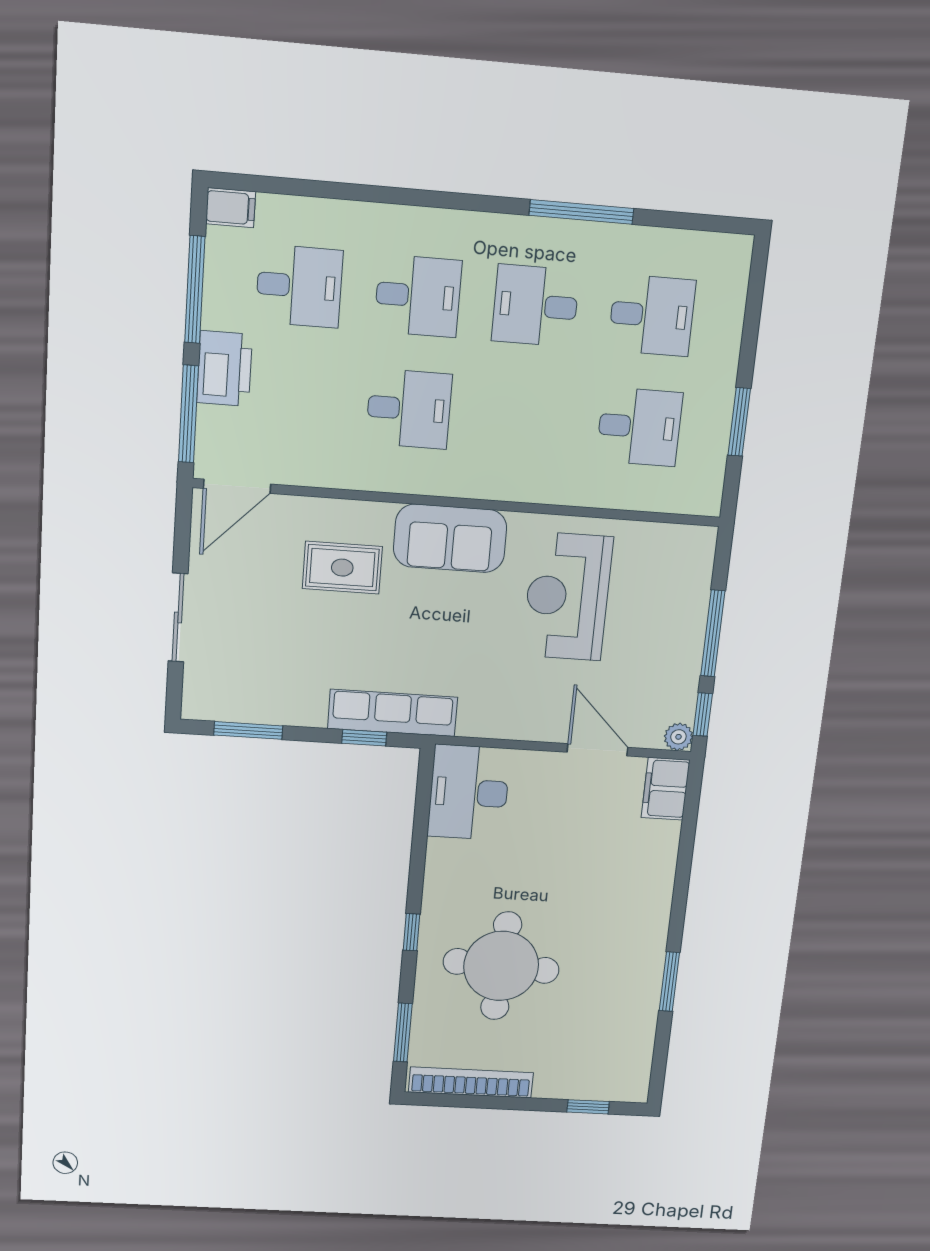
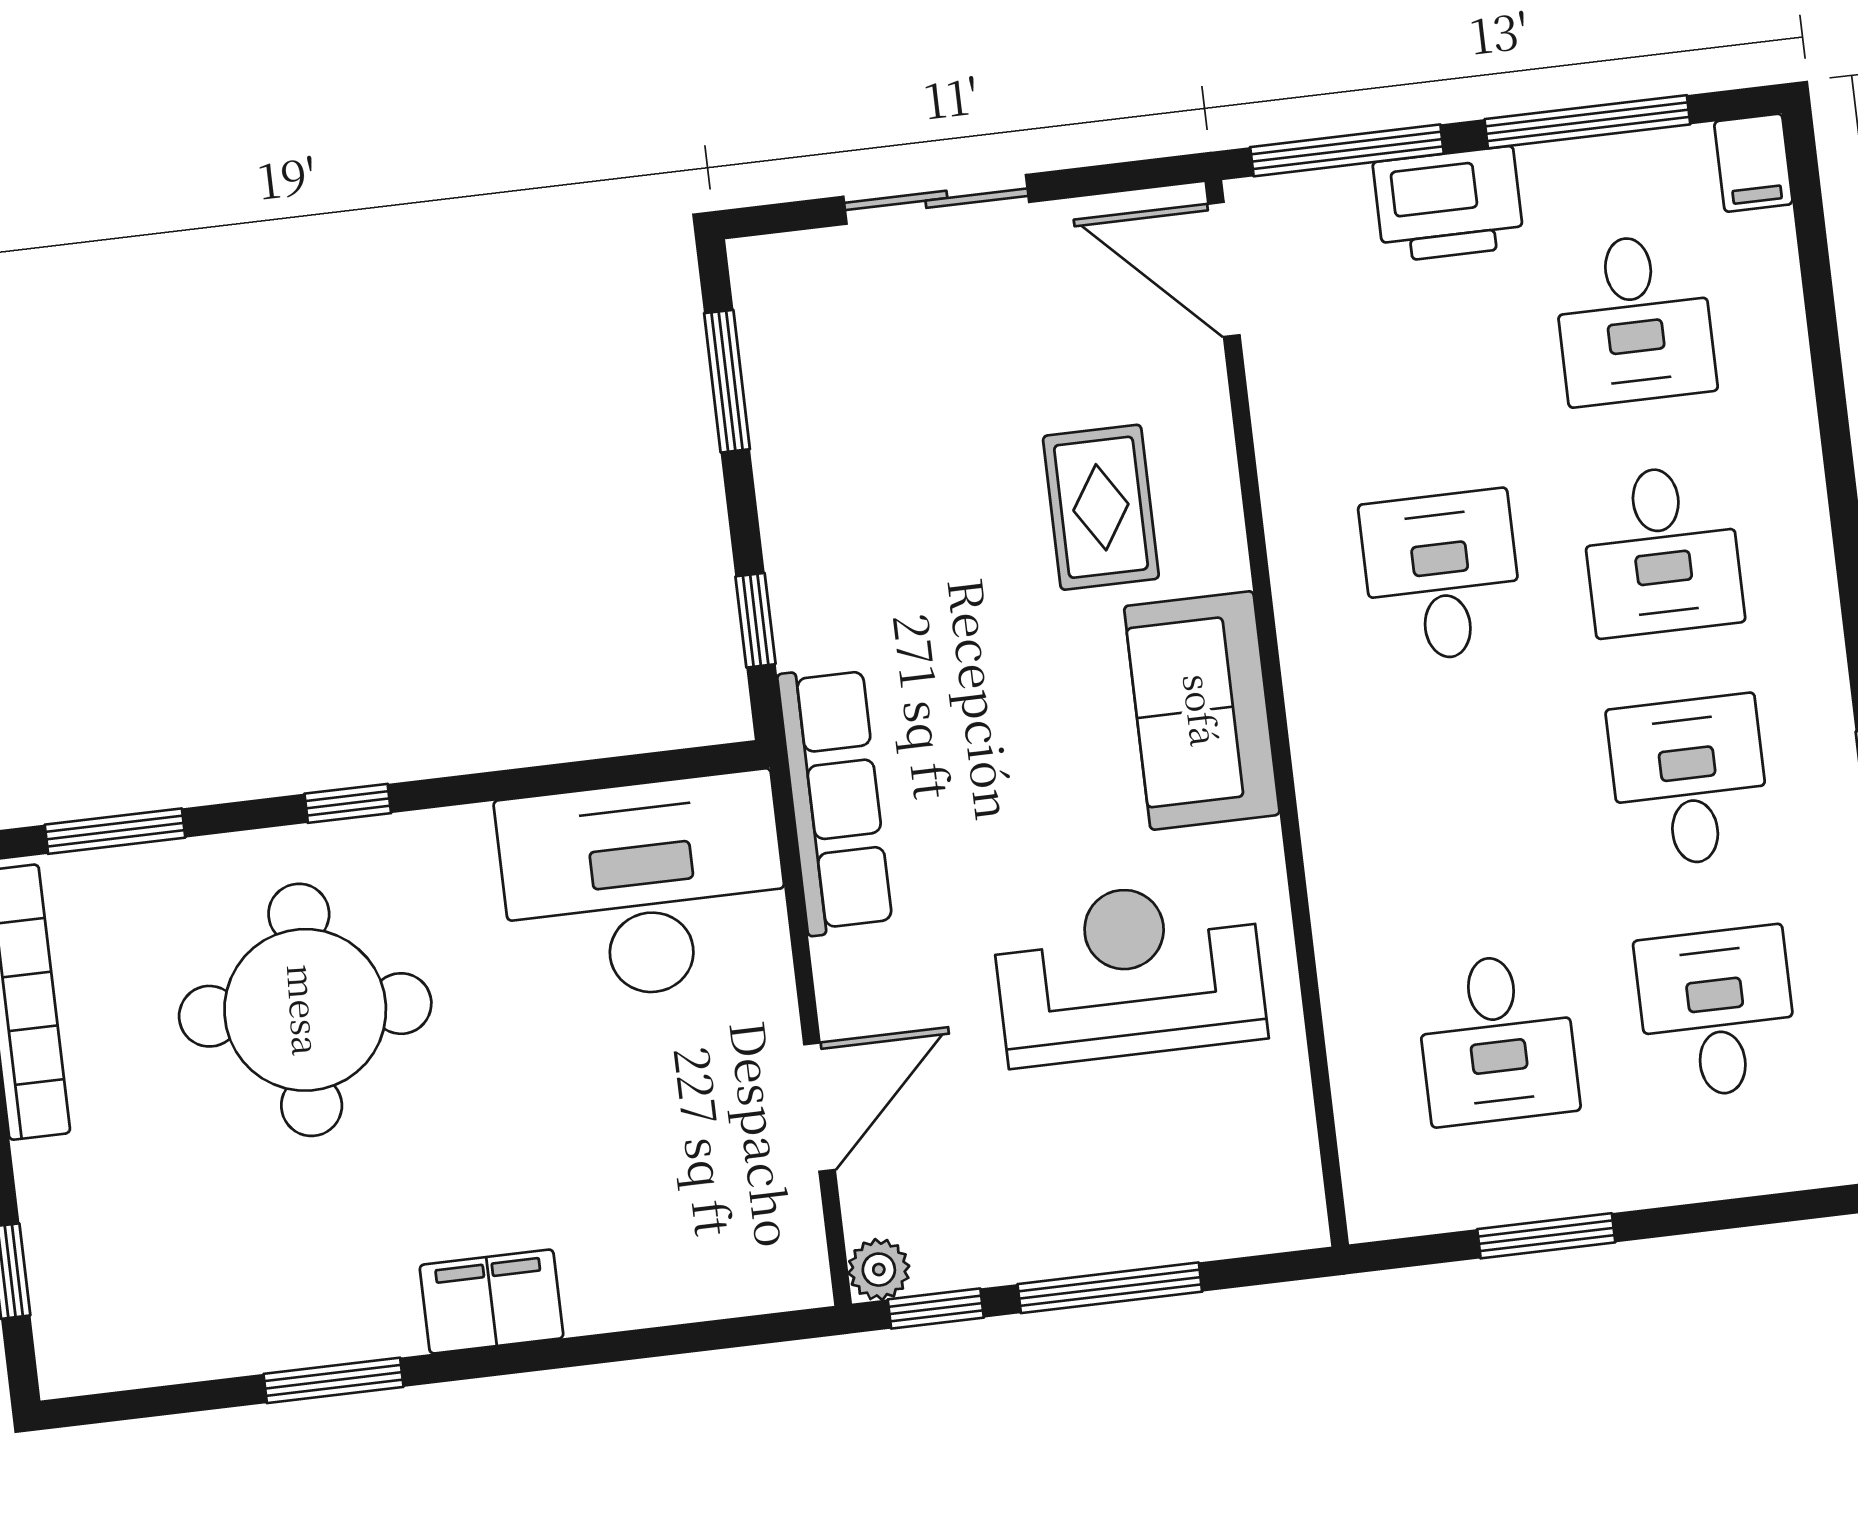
desk: (652, 315) -> (1717, 1013), turned 180
desk: (409, 409) -> (1442, 576), turned 180
row of seats: (393, 713) -> (835, 800), moved
filing cabinet: (666, 789) -> (492, 1302), moved
desk: (469, 792) -> (644, 888), width x1.36, depth x1.30

